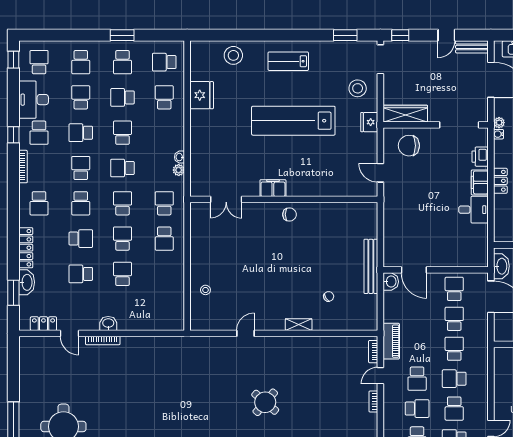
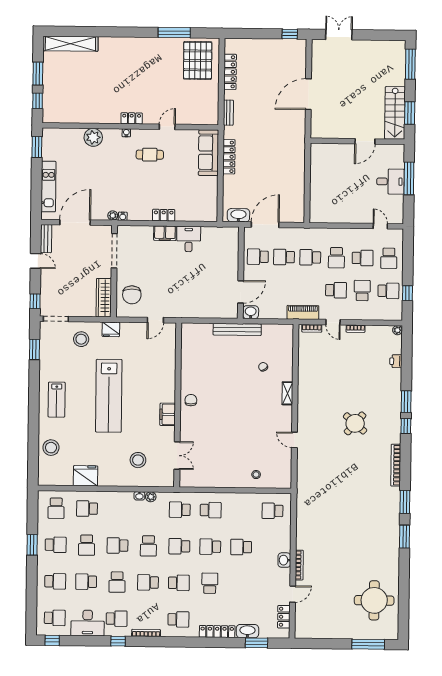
school desk: (39, 62) -> (55, 618), turned 180
stool: (220, 155) -> (138, 460), added
printer: (480, 157) -> (142, 233), removed
school desk: (81, 274) -> (272, 511), moved, turned 90

